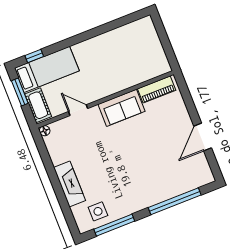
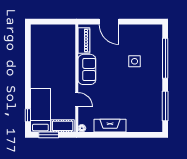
door: (78, 110) -> (77, 100), swing flipped
door: (203, 137) -> (109, 22), moved
fireplace: (70, 184) -> (110, 126), moved
side table: (98, 211) -> (135, 61), moved

